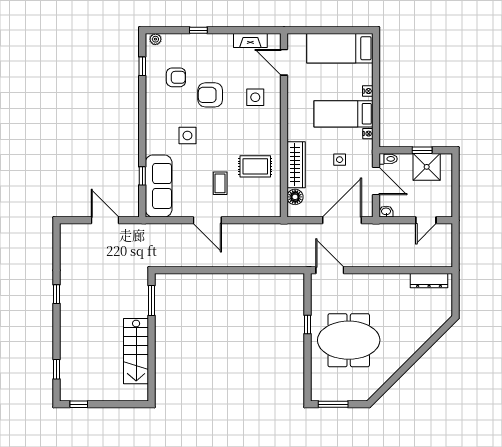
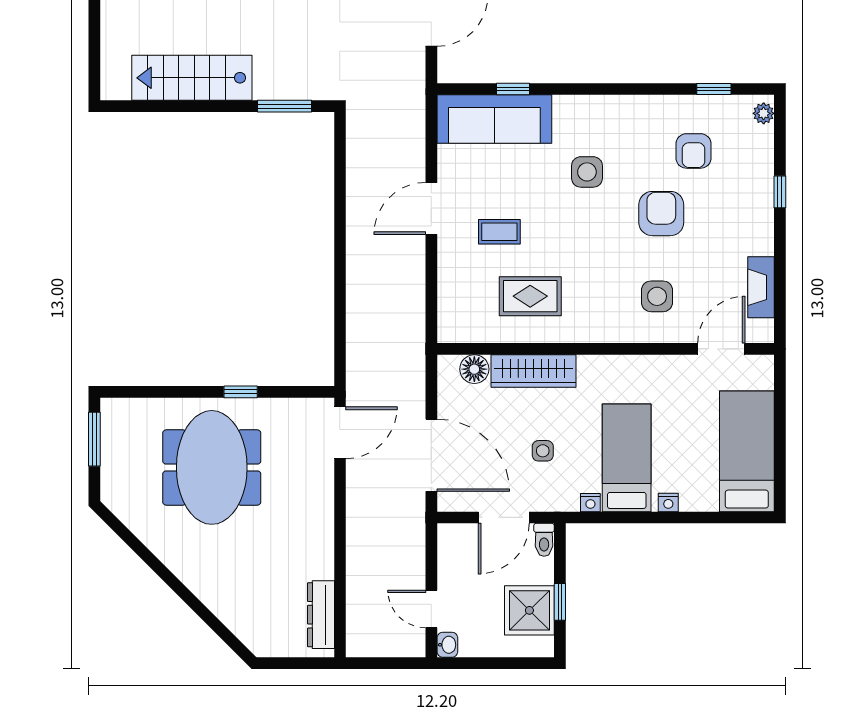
rug: (255, 166) -> (530, 296), turned 90
washbasin: (386, 212) -> (447, 645), moved

